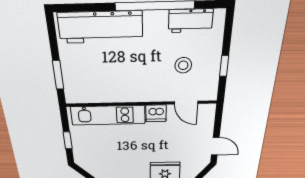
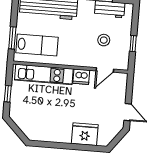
lab bench: (93, 81) -> (37, 45), added
door: (186, 103) -> (105, 70), hinge flipped

